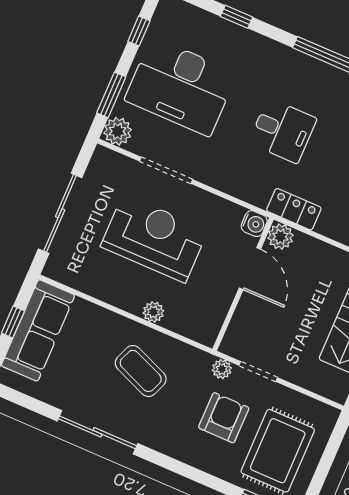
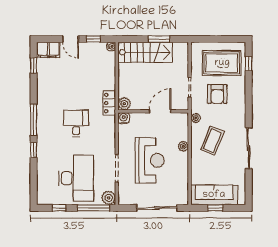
window: (237, 17) -> (34, 150), moved
window: (111, 95) -> (93, 208), width x1.44
reception desk: (154, 238) -> (150, 160), turned 180
door: (250, 269) -> (160, 111), moved
plant: (222, 369) -> (196, 118), moved
armchair: (224, 418) -> (217, 94), turned -90

